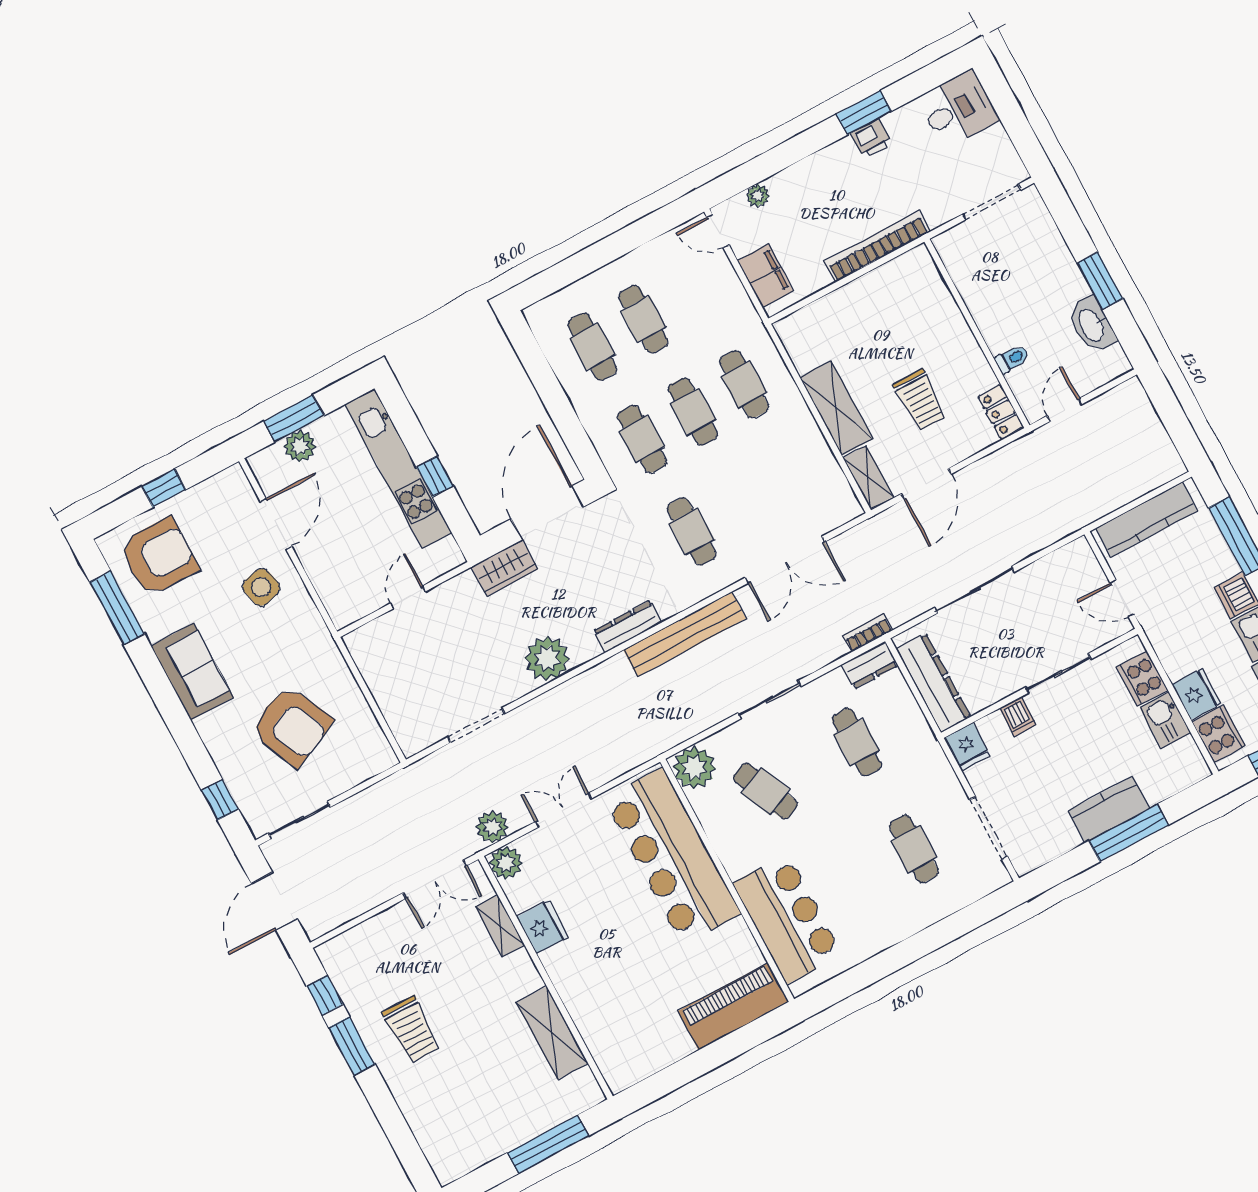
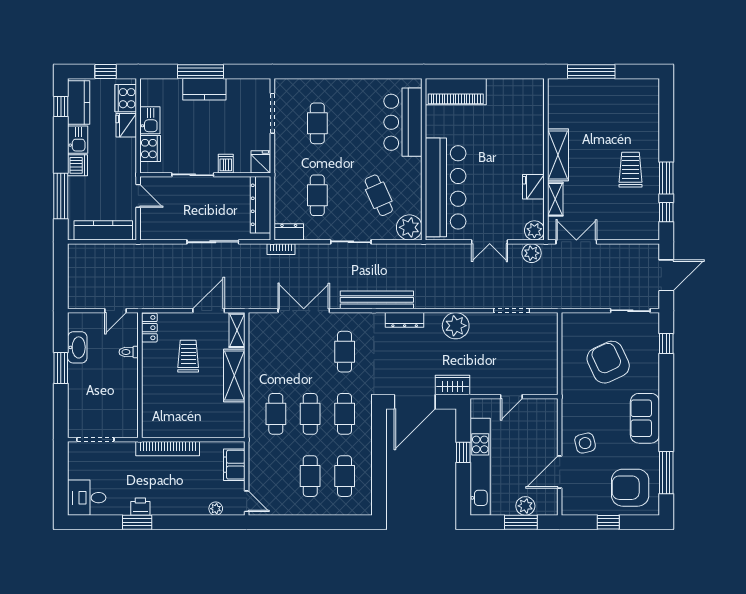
shelving: (552, 1033) -> (558, 155), moved

